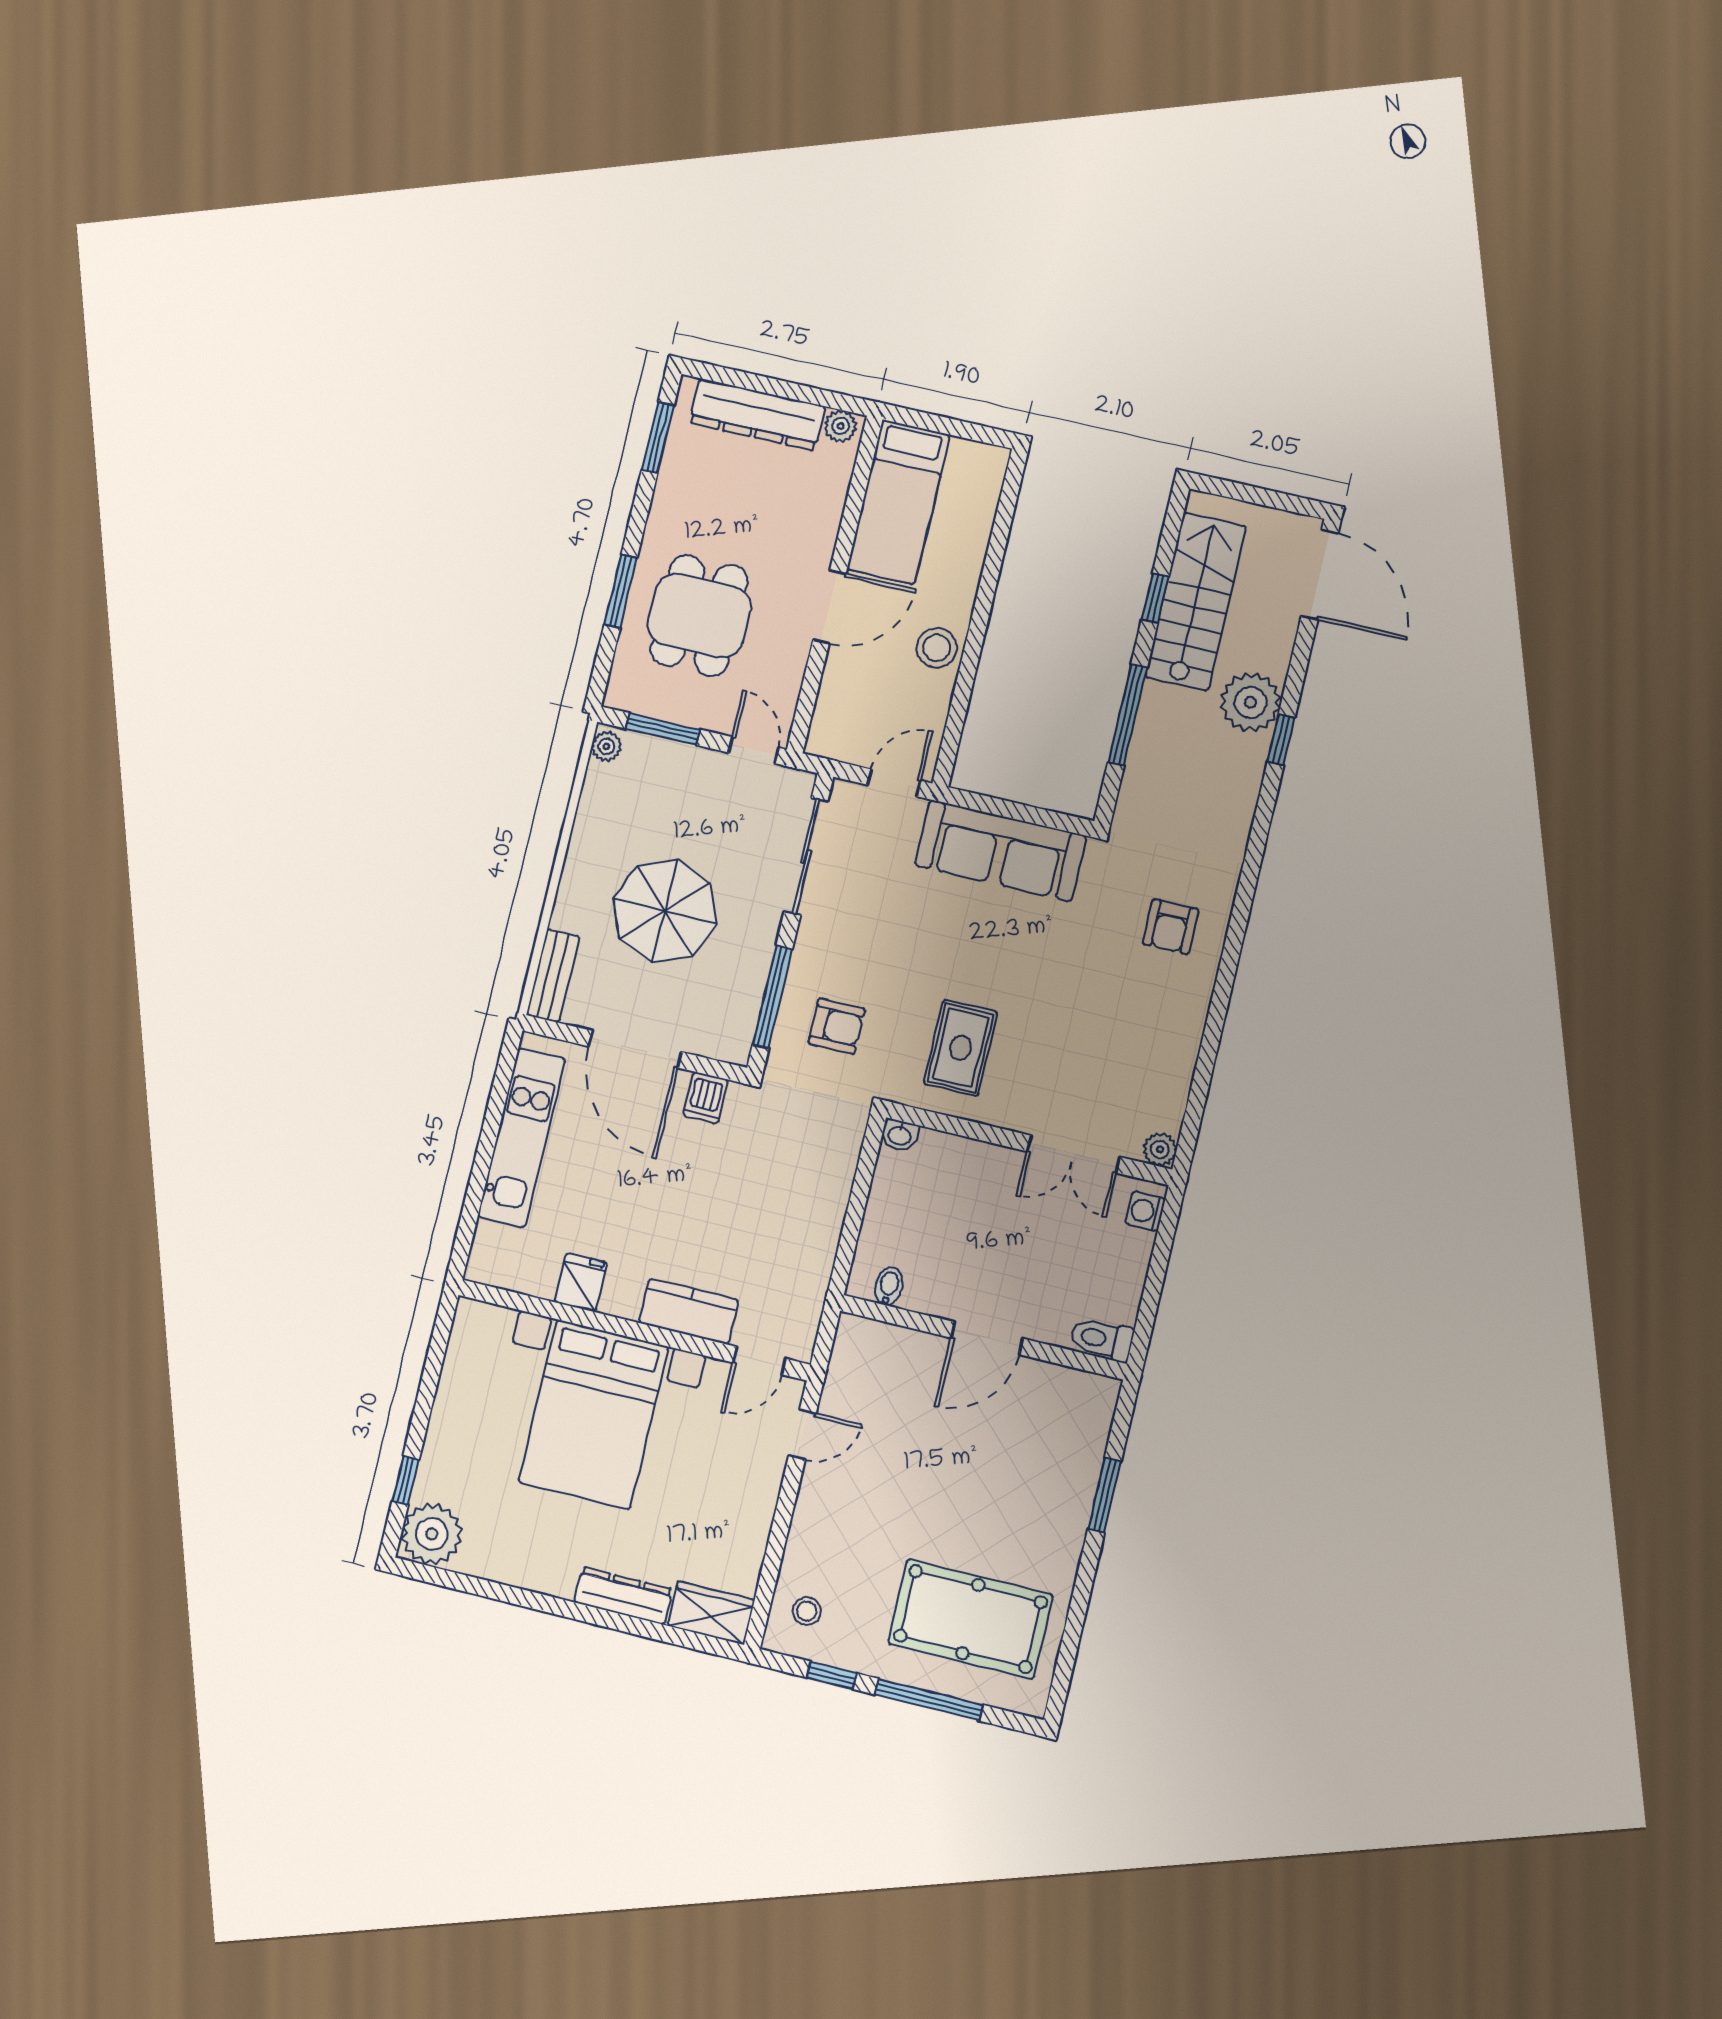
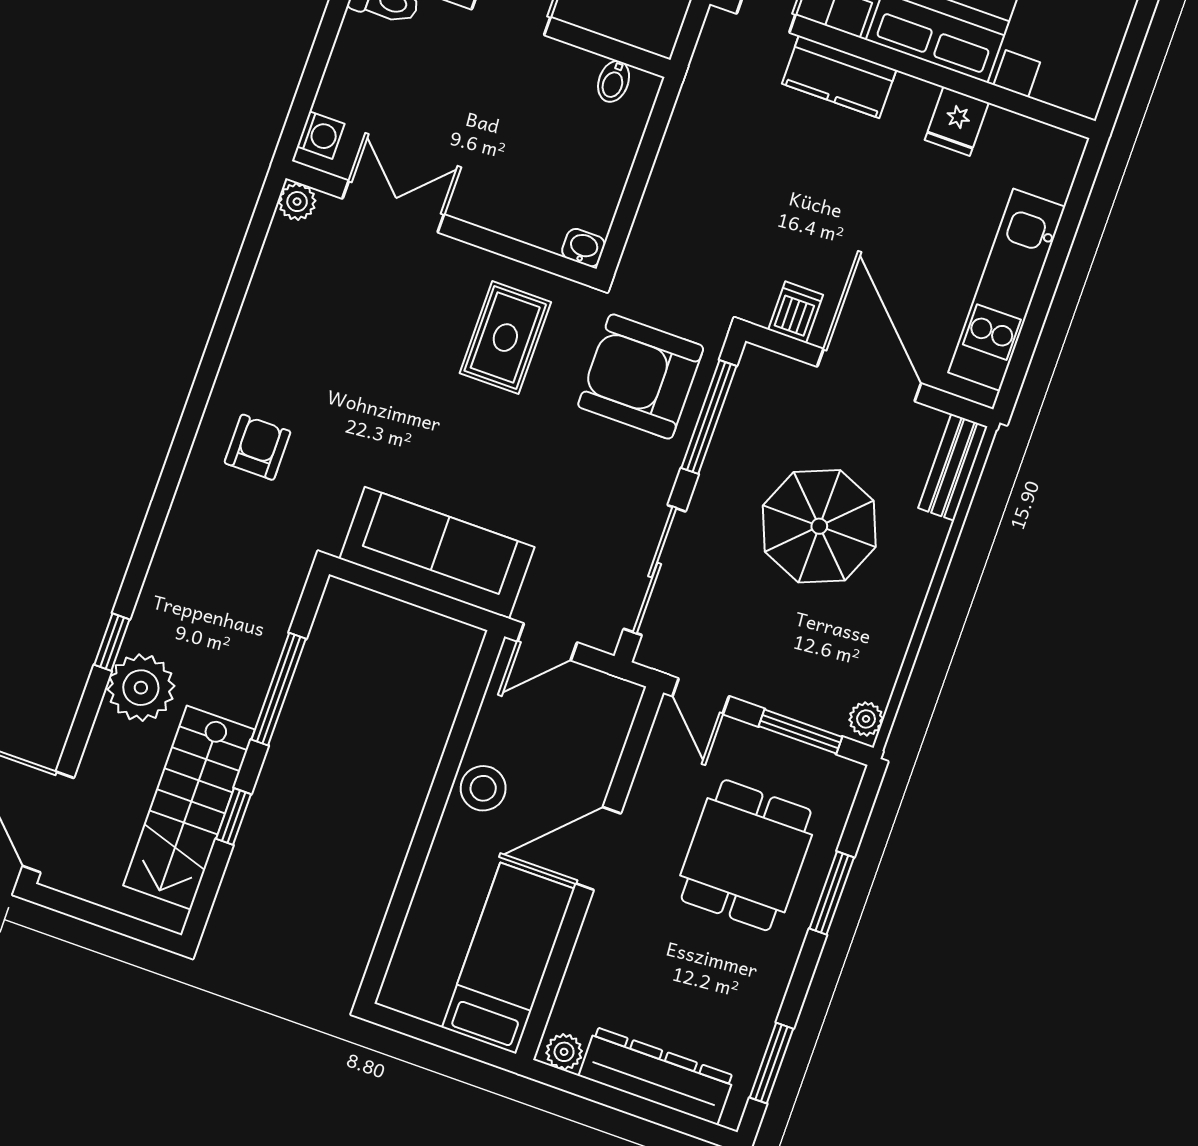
armchair: (837, 1026) -> (641, 377), width x1.88, depth x1.88

